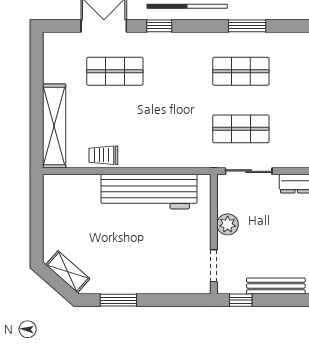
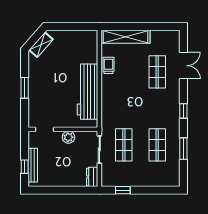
window: (159, 26) -> (183, 111), moved
window: (118, 300) -> (25, 88), moved
window: (241, 300) -> (25, 167), moved

